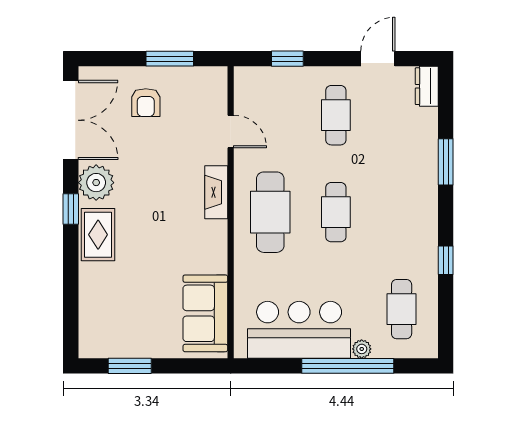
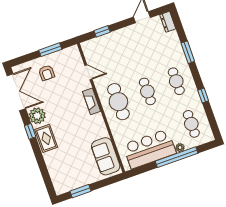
cafe table: (336, 115) -> (176, 81), moved

